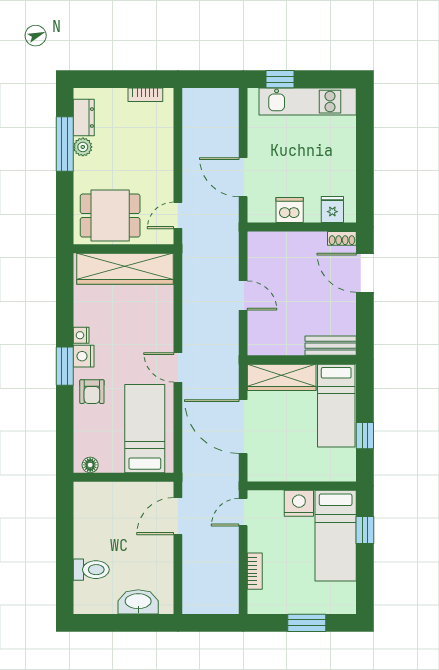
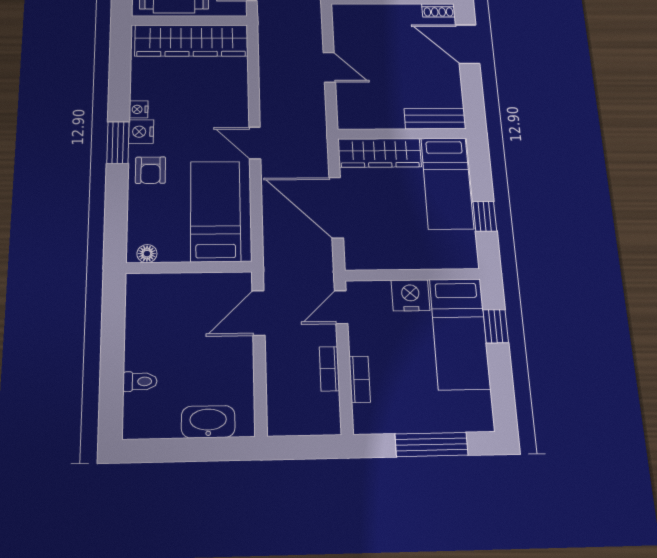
bookcase: (232, 562) -> (329, 369), added
toilet: (91, 570) -> (140, 381), width x0.73, depth x0.72
window: (307, 623) -> (431, 445), width x1.44

